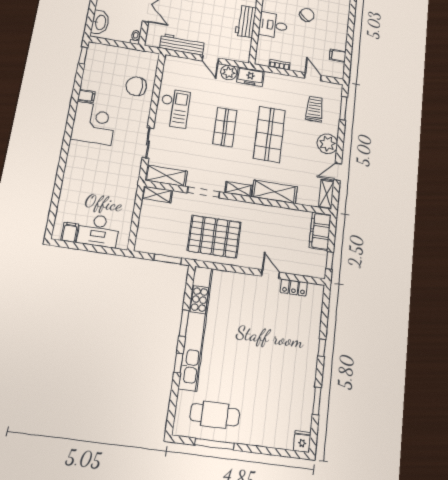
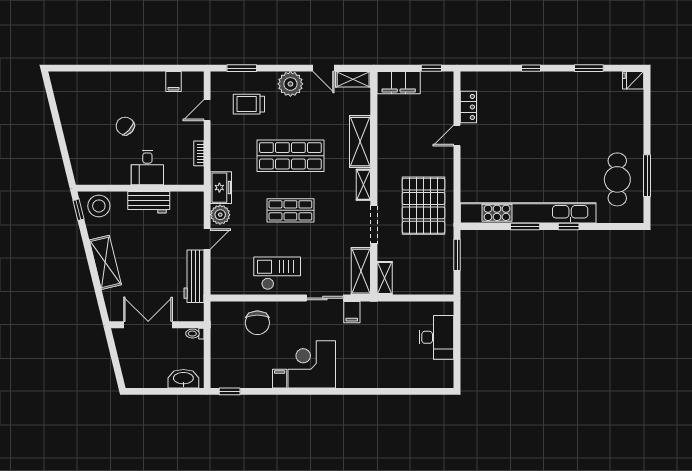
filing cabinet: (70, 232) -> (352, 312), moved, turned -90

